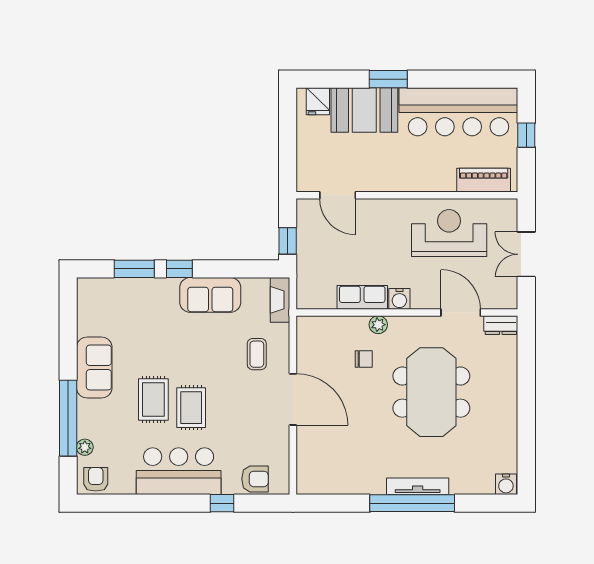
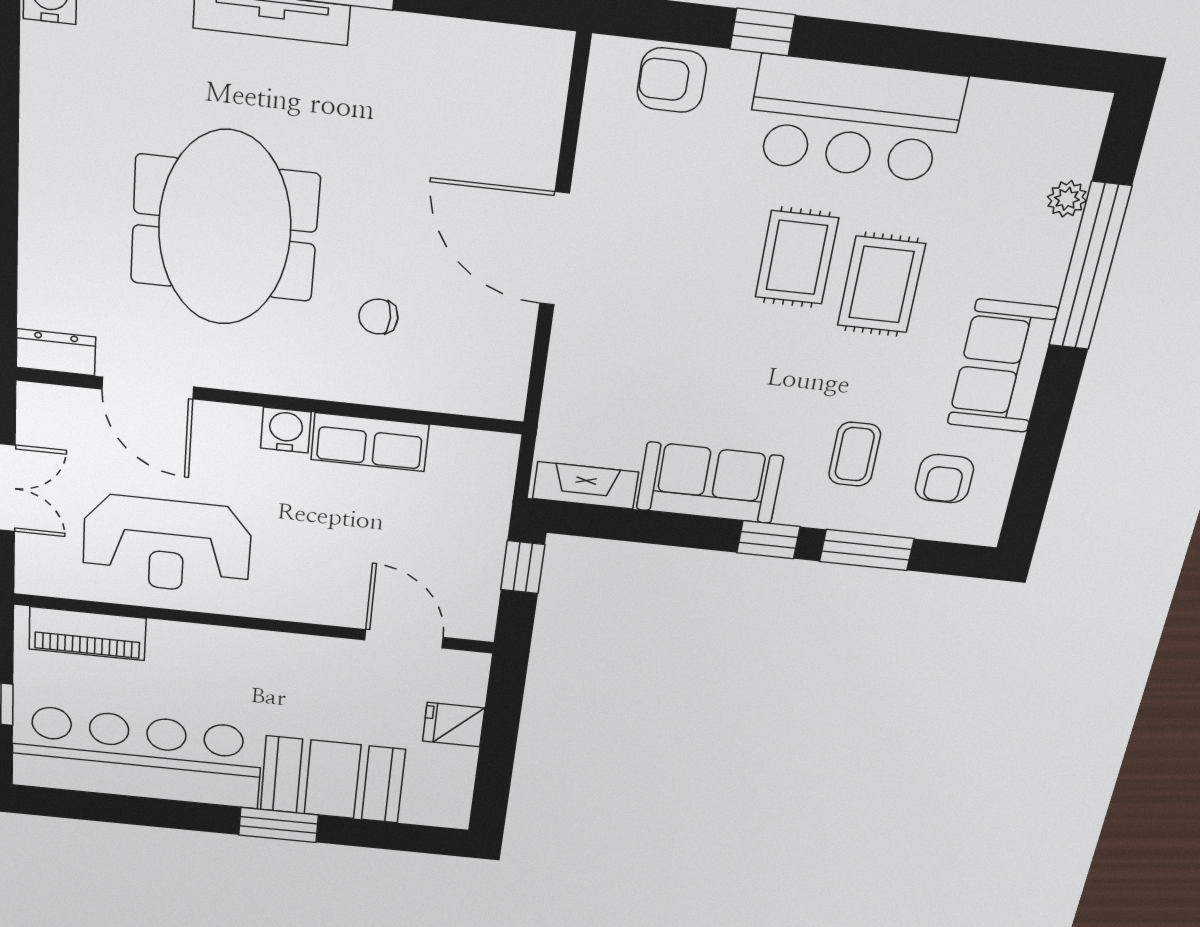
fridge: (318, 101) -> (454, 725), moved, turned -90
fireplace: (280, 300) -> (585, 485), moved, turned -90
plant: (378, 325) -> (338, 383), removed
coffee table: (257, 354) -> (855, 454), moved
armchair: (96, 479) -> (944, 479), moved

